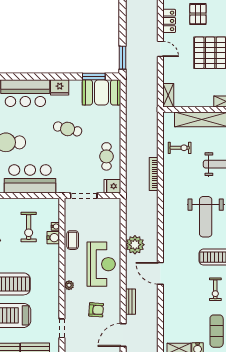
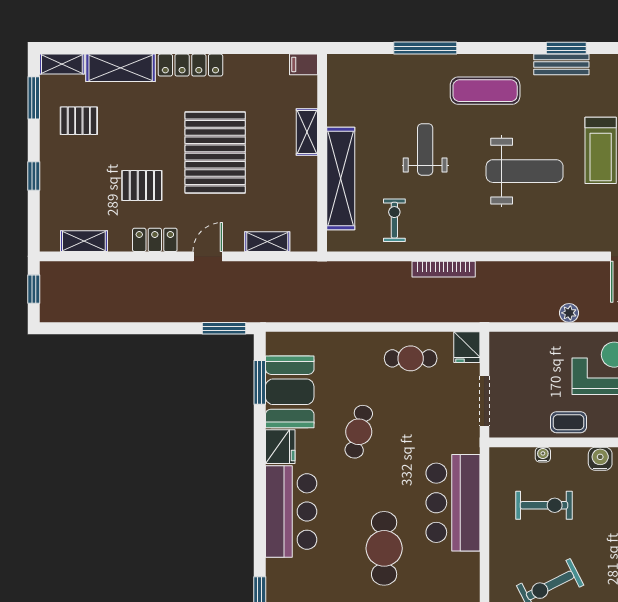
booth: (102, 92) -> (290, 392), moved
shelving: (168, 95) -> (267, 242), moved
water cooler: (53, 238) -> (600, 459), moved
plant: (135, 245) -> (569, 313), width x0.53, depth x0.53

